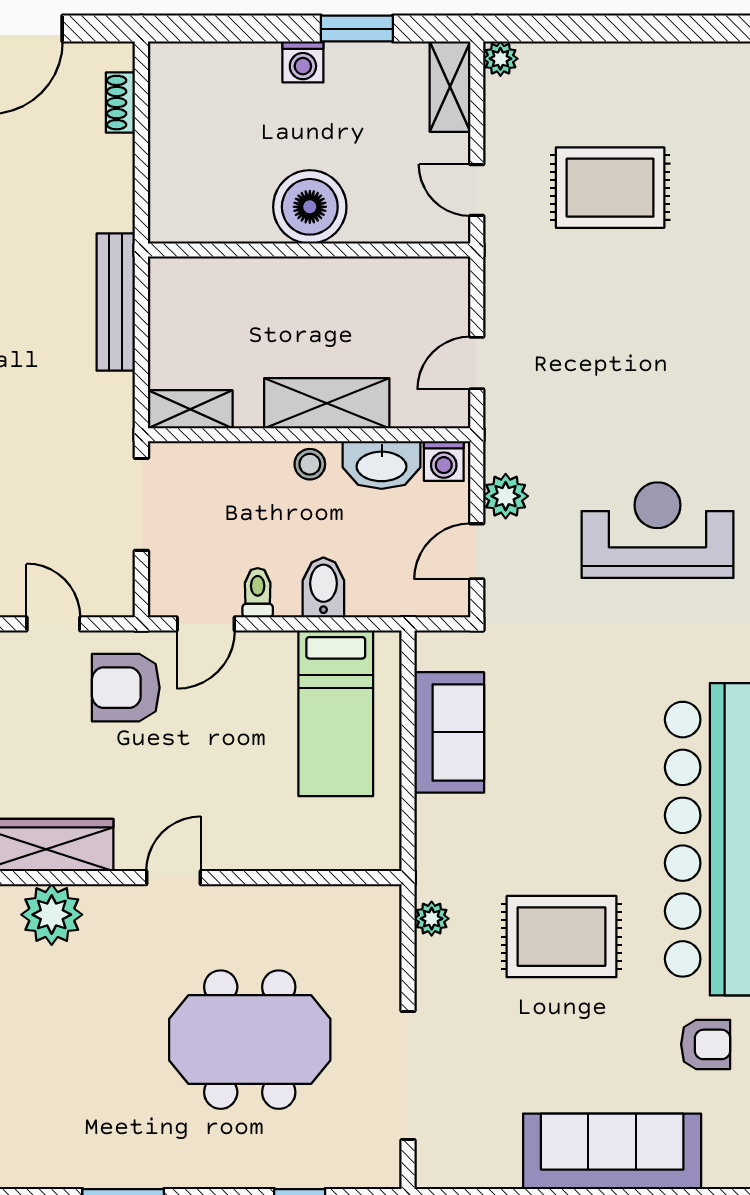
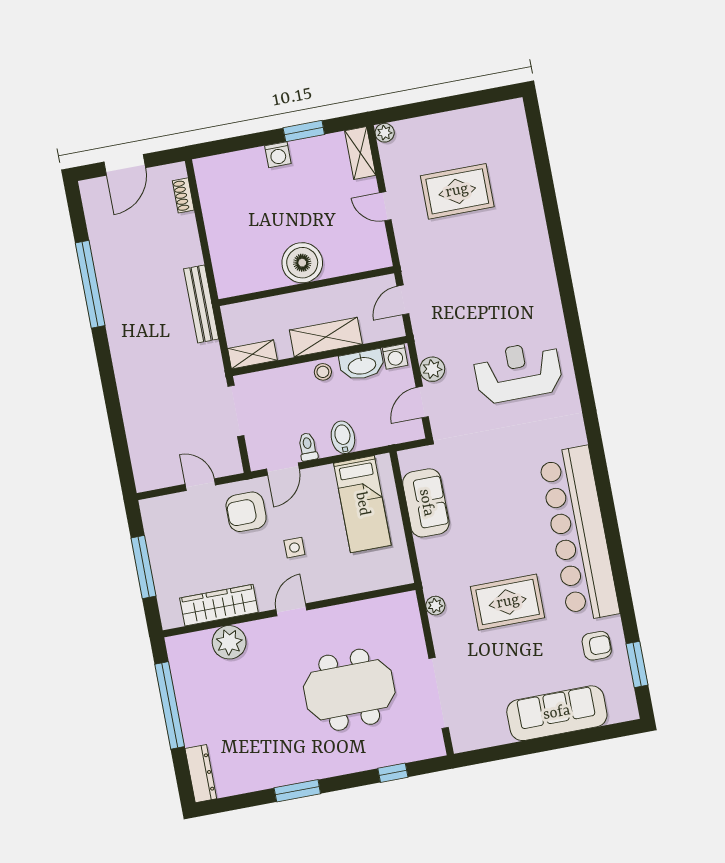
boiler: (310, 207) -> (302, 263), moved
wall: (309, 250) -> (306, 286), moved
side table: (200, 768) -> (294, 548), added

